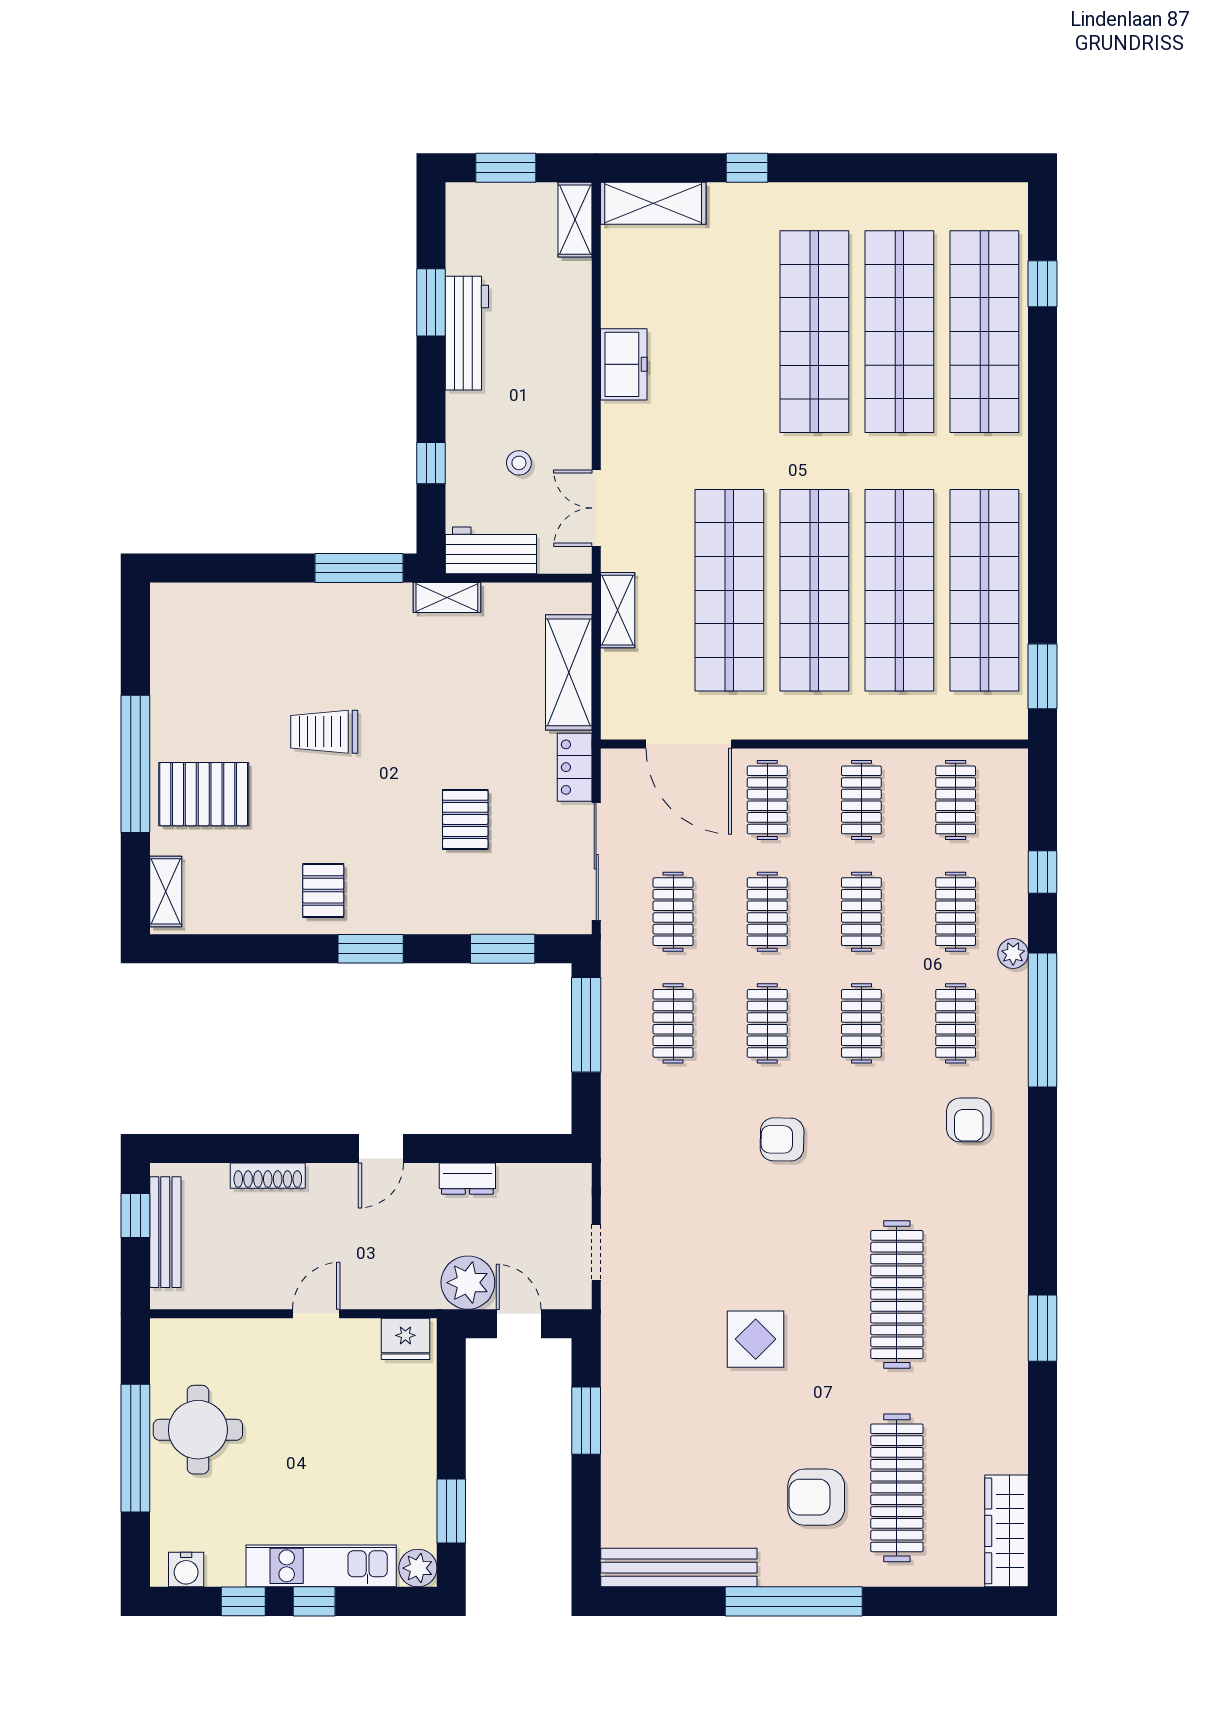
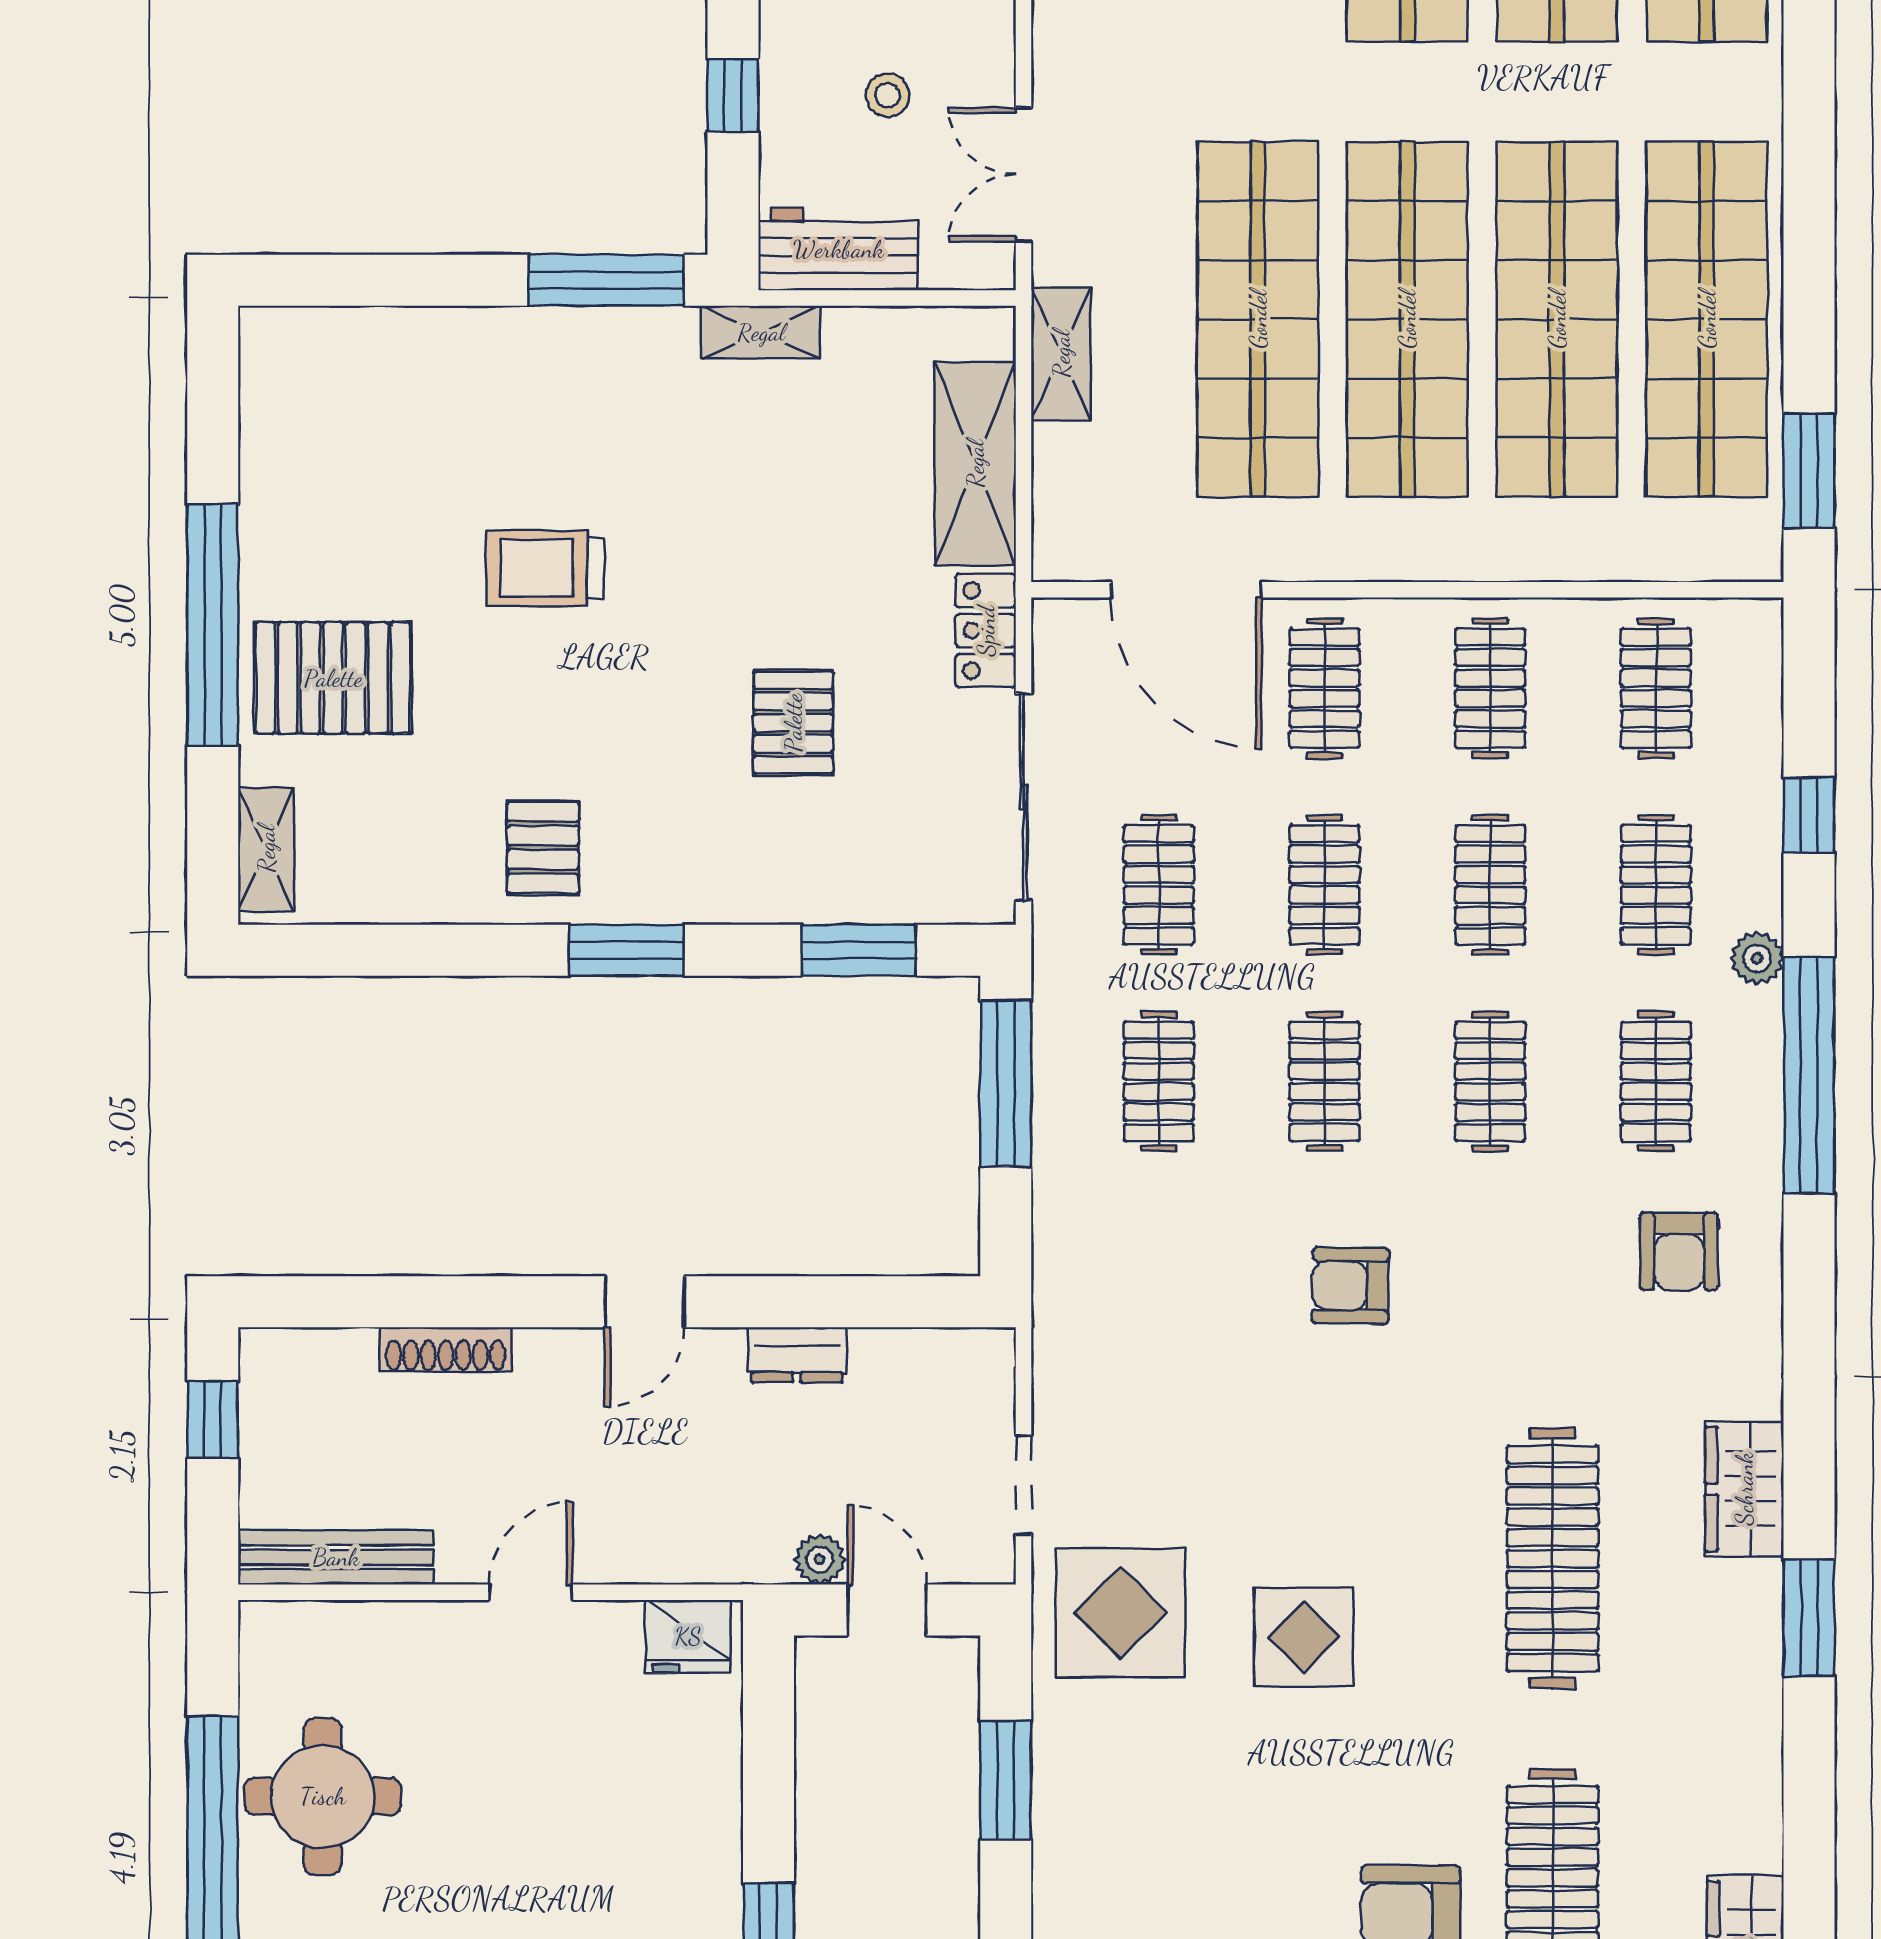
bench: (165, 1232) -> (336, 1557), moved, turned 90
wardrobe: (1006, 1255) -> (1744, 1489), added
plant: (468, 1283) -> (820, 1559), width x0.53, depth x0.53
display table: (651, 1325) -> (1121, 1613), added

